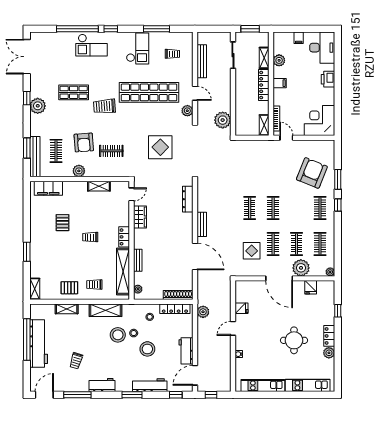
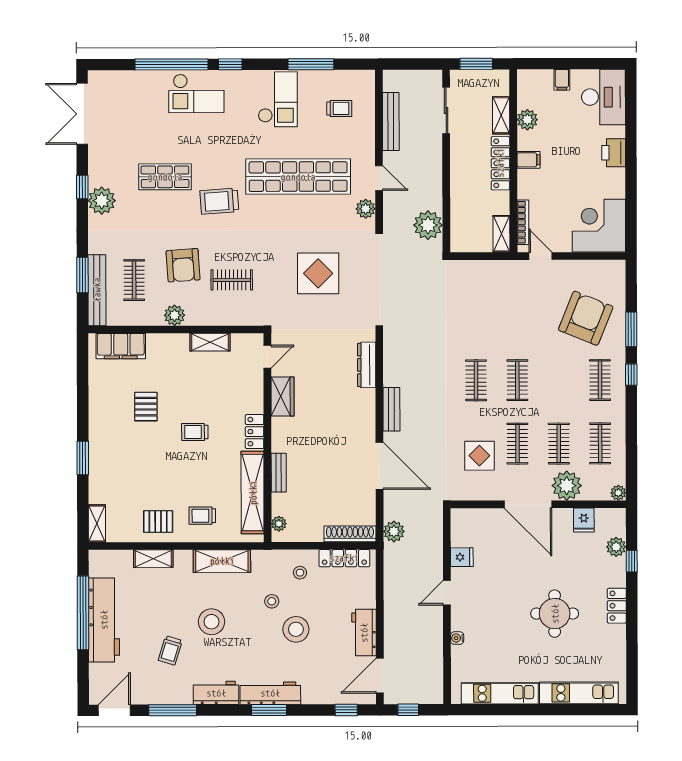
plant: (203, 312) -> (394, 531), moved
stool: (118, 335) -> (212, 622), moved
plant: (329, 353) -> (616, 547), moved
workbench: (150, 385) -> (270, 693), moved

